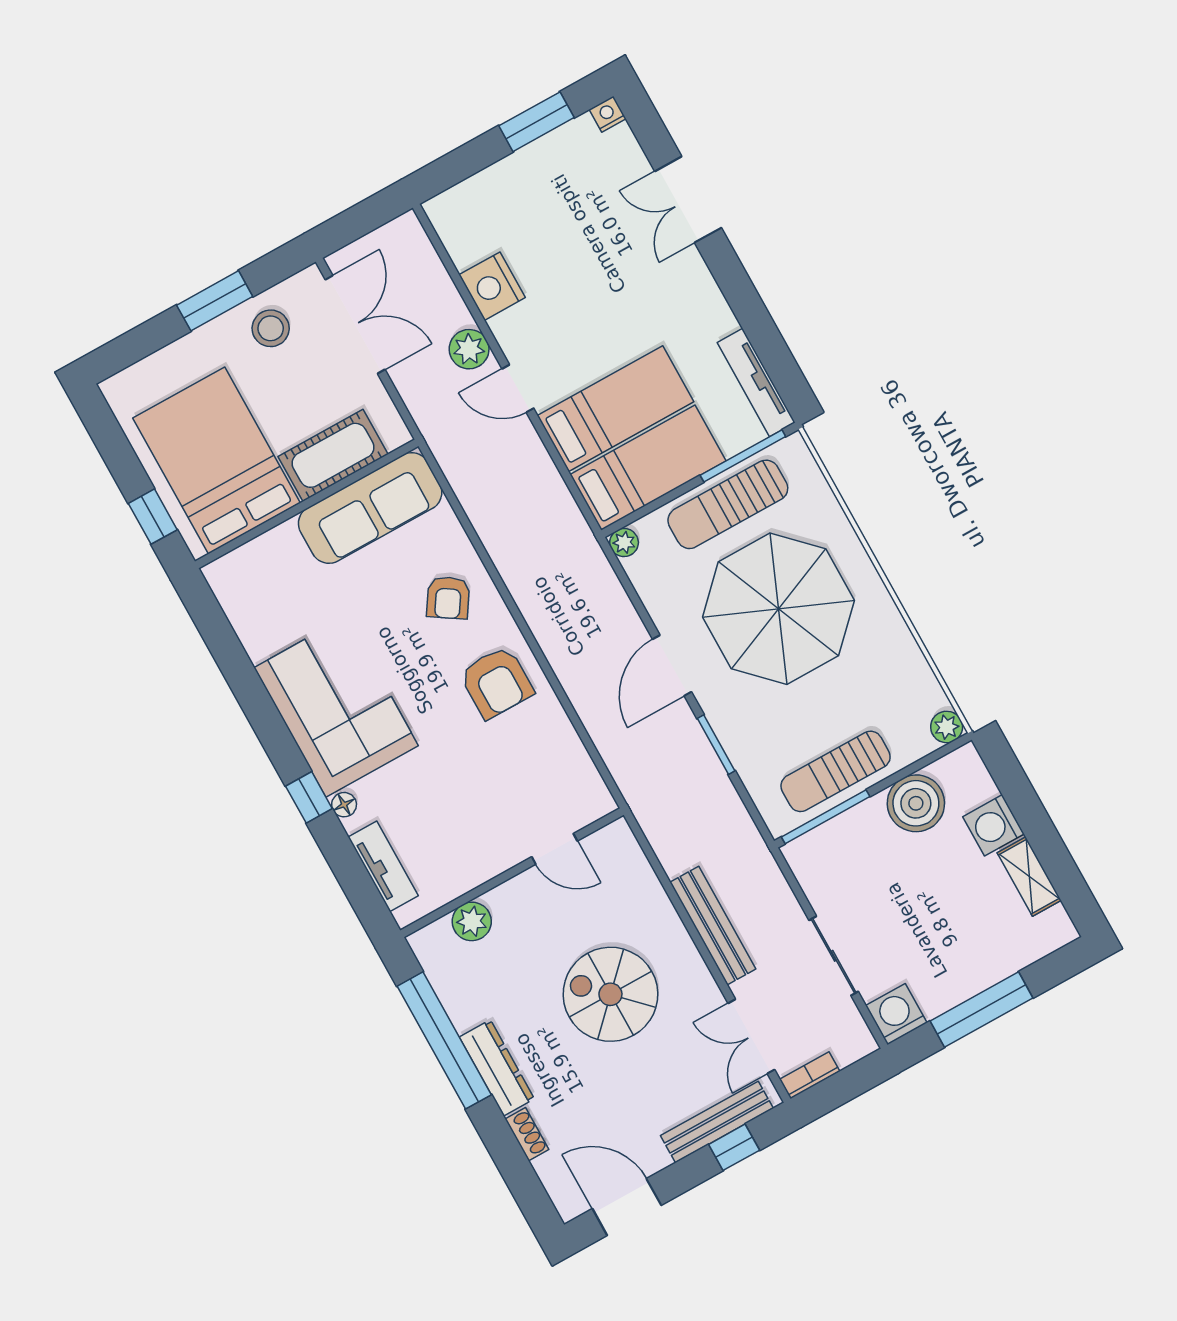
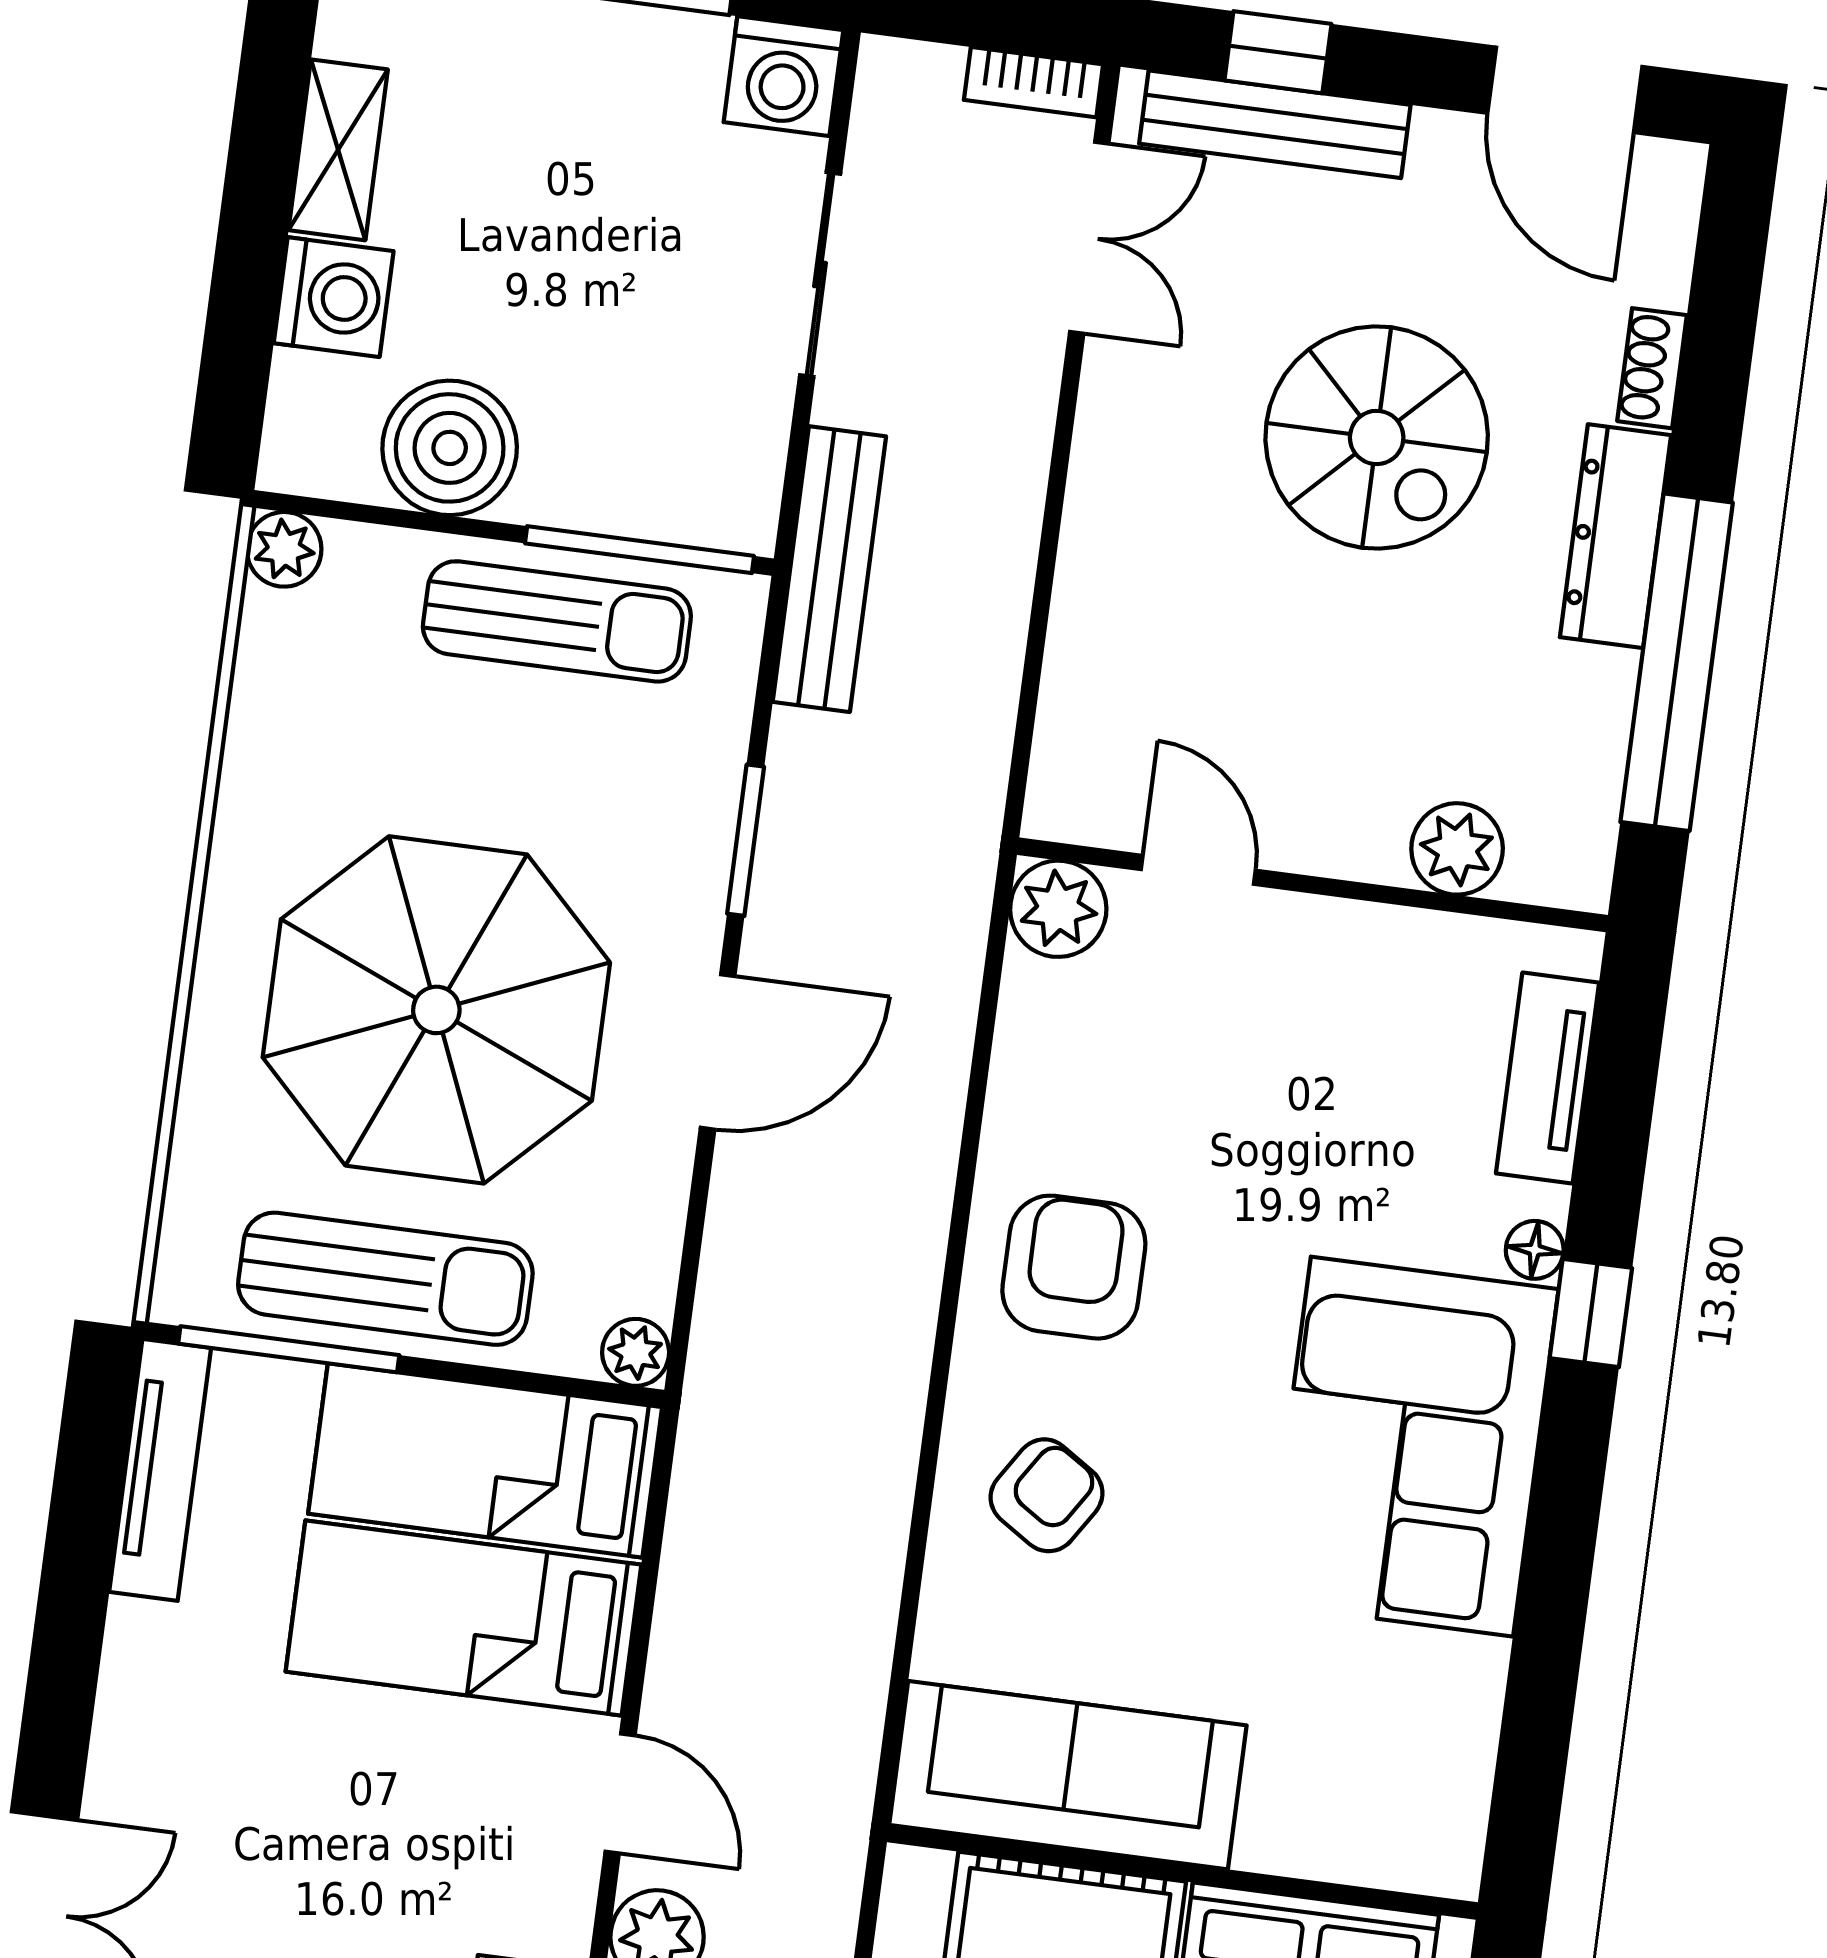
plant: (592, 800) -> (1058, 909), added
bench: (713, 926) -> (829, 569), moved
spiral stairs: (610, 994) -> (1377, 437), moved

